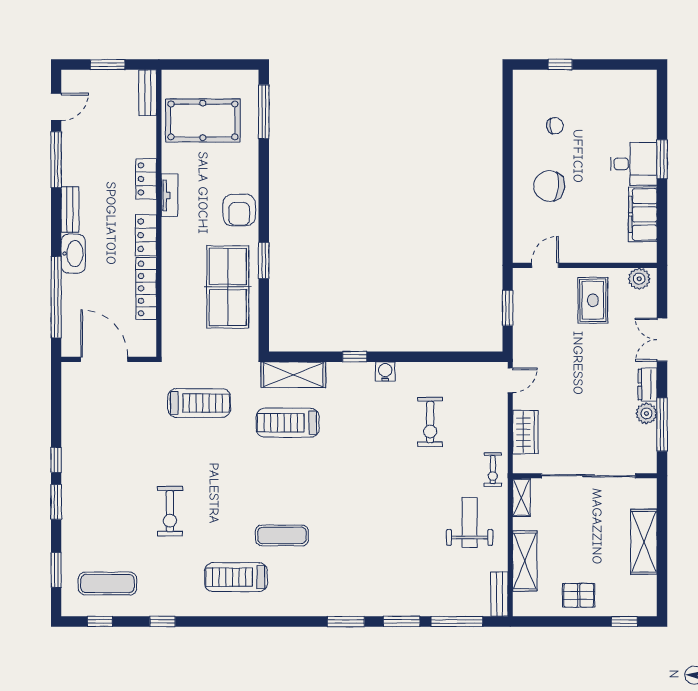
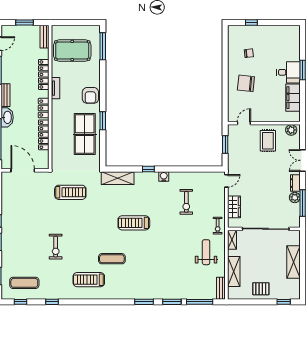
locker: (146, 179) -> (44, 74), width x1.53
treadmill: (288, 423) -> (134, 223), moved

